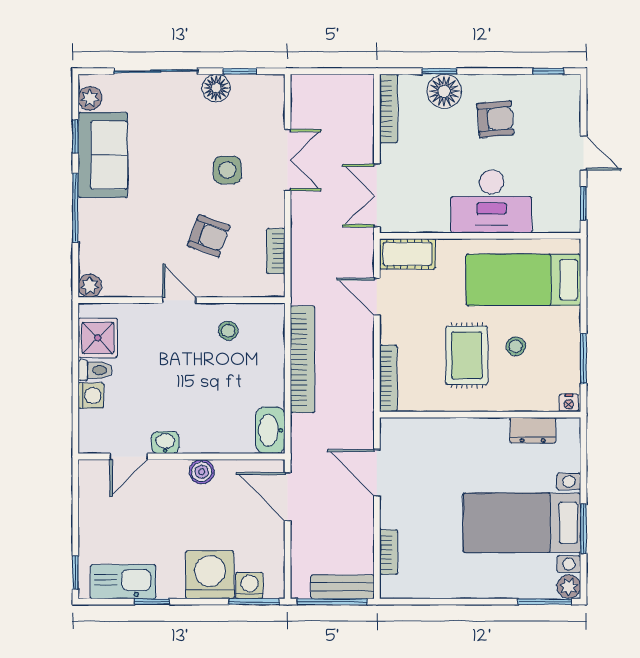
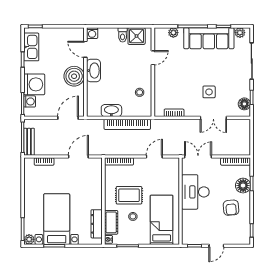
floor lamp: (216, 88) -> (244, 104), moved
sofa: (103, 155) -> (209, 38), width x1.36
desk: (491, 202) -> (195, 192), moved
armchair: (209, 236) -> (181, 84), removed
cot: (407, 254) -> (111, 222), moved
plant: (90, 286) -> (173, 33), moved
door: (179, 300) -> (153, 58), moved
washing machine: (91, 396) -> (92, 33), moved
washbasin: (270, 430) -> (111, 111), moved
dresser: (533, 430) -> (97, 224), width x1.44
washbasin: (165, 443) -> (93, 71), width x1.91, depth x1.45
boiler: (202, 472) -> (74, 76), width x1.86, depth x1.86

